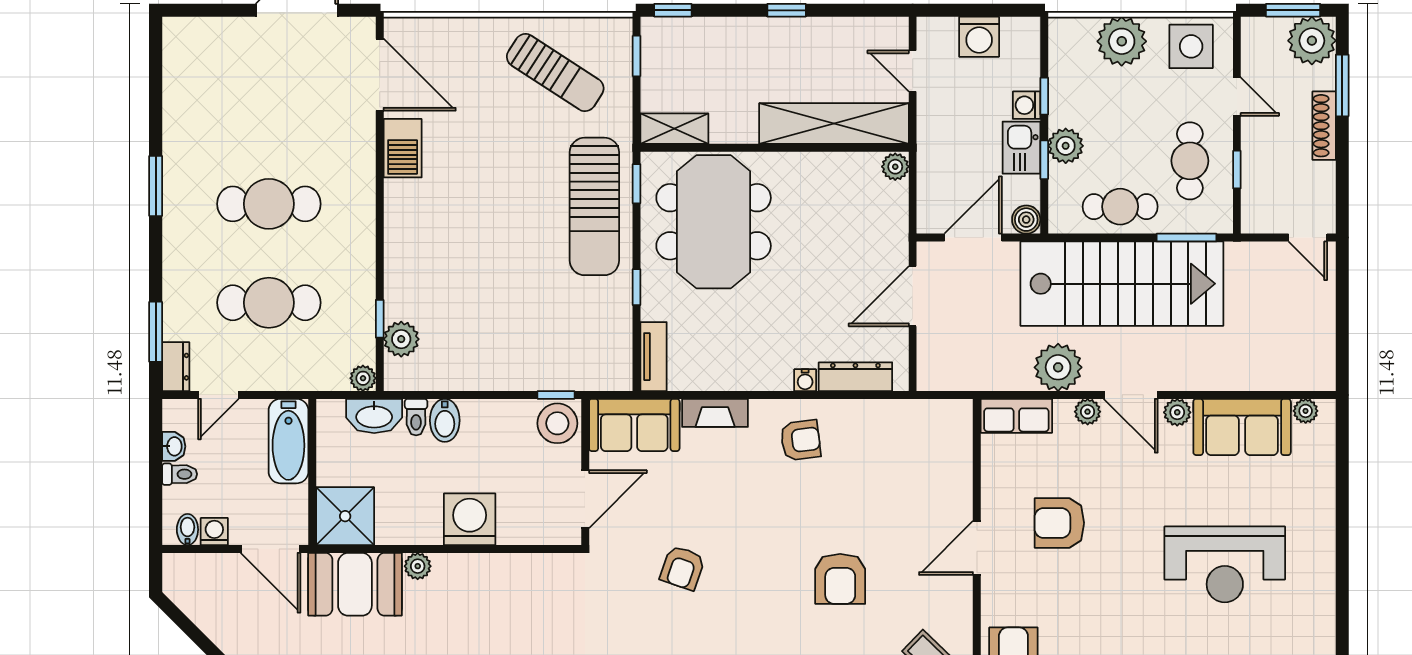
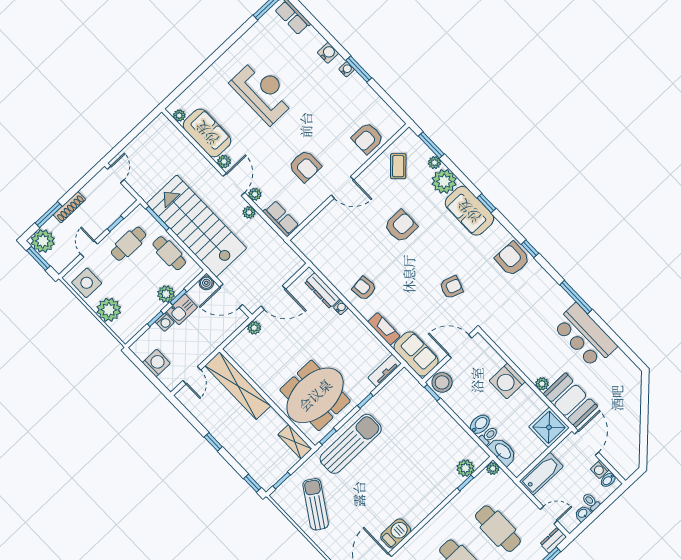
plant: (895, 167) -> (254, 328), moved
plant: (1058, 367) -> (249, 212), width x0.53, depth x0.53

